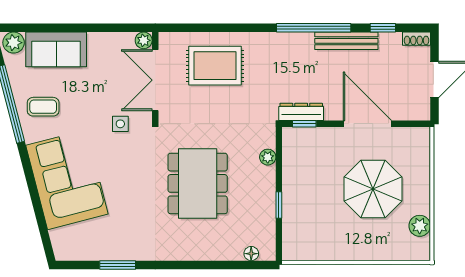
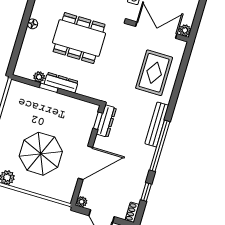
bench: (346, 41) -> (157, 124), moved
plant: (423, 113) -> (82, 202), added
plant: (268, 157) -> (39, 77), moved
dresser: (267, 190) -> (61, 83), added
floor lamp: (251, 254) -> (33, 24), moved

